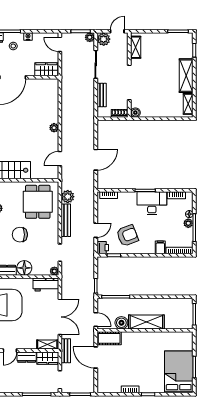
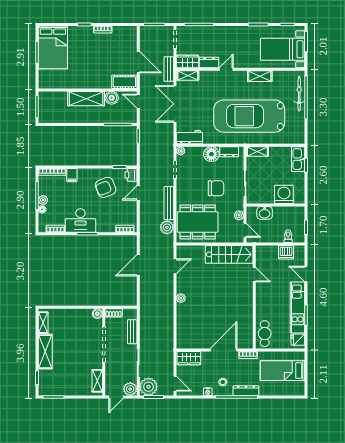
plant: (90, 37) -> (148, 387), width x1.88, depth x1.88
dining table: (38, 202) -> (198, 222), width x1.38

